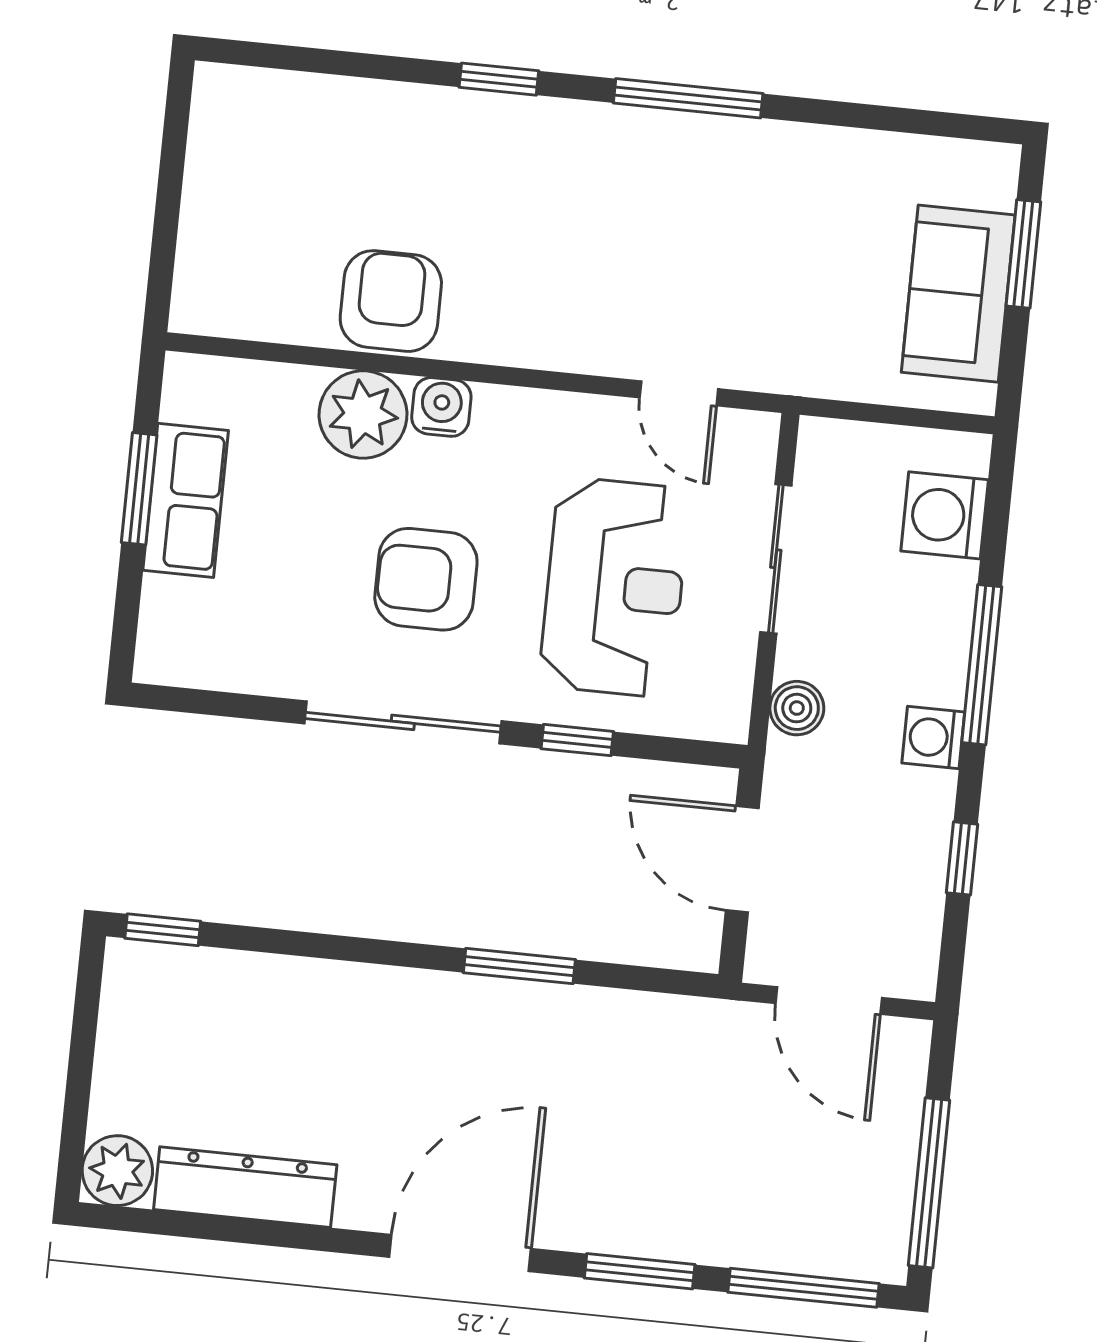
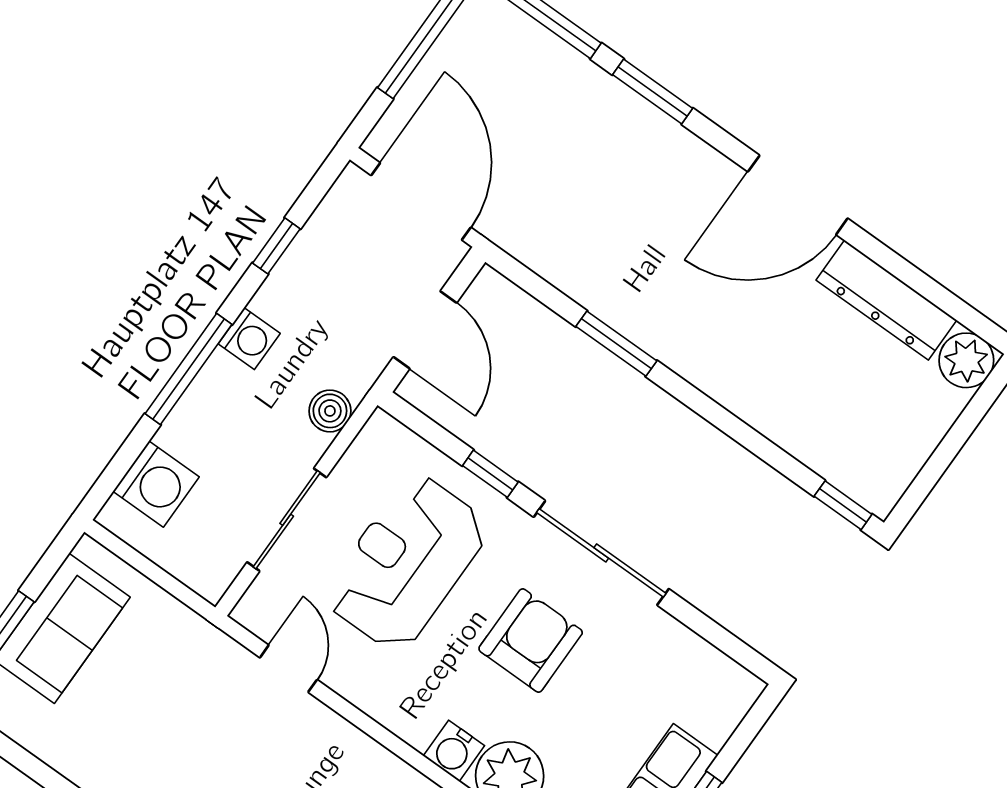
armchair: (426, 579) -> (531, 641), turned -90
door: (829, 1001) -> (421, 201), width x1.36
door: (460, 1253) -> (798, 195), moved

